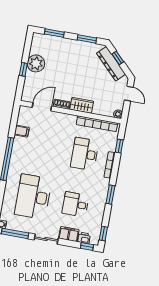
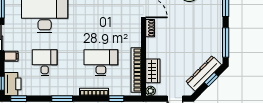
window: (87, 39) -> (226, 42), width x1.44
wardrobe: (82, 105) -> (153, 71), moved
filing cabinet: (69, 234) -> (11, 56), width x0.50
printer: (84, 238) -> (13, 84), width x1.87, depth x1.48

